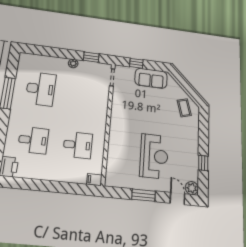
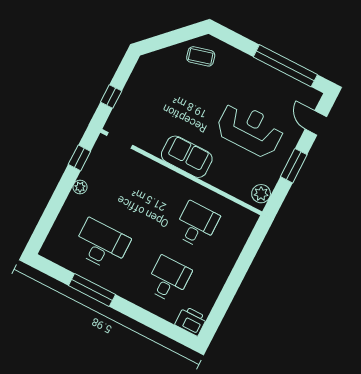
sofa: (151, 78) -> (187, 157), moved, turned -90
window: (203, 163) -> (285, 66), width x3.17
filing cabinet: (94, 180) -> (249, 221), removed
plant: (192, 188) -> (261, 194), moved
door: (177, 199) -> (316, 123), hinge flipped

